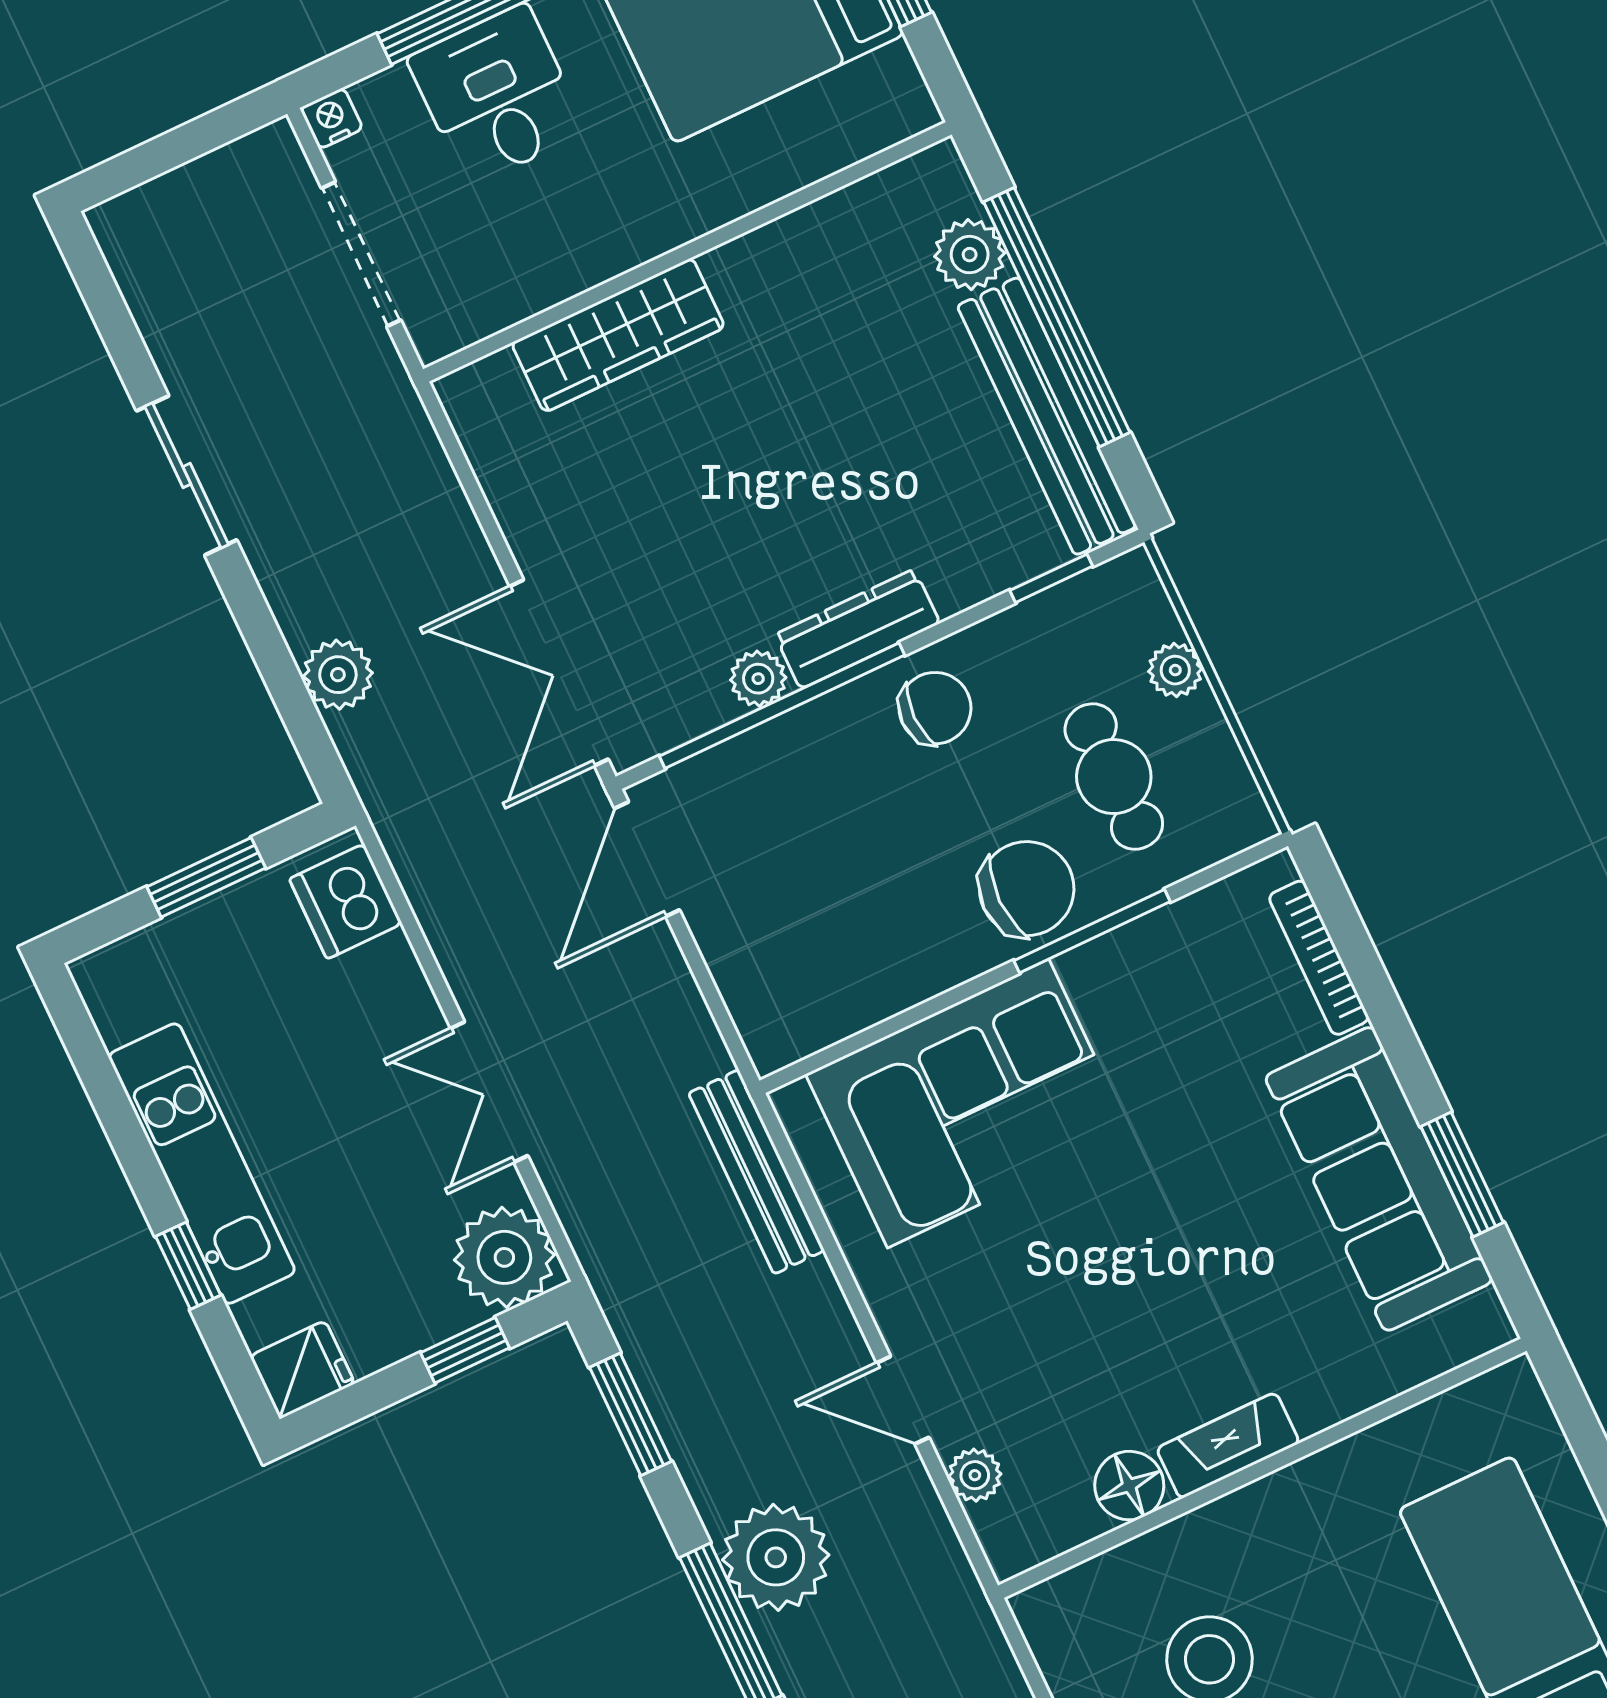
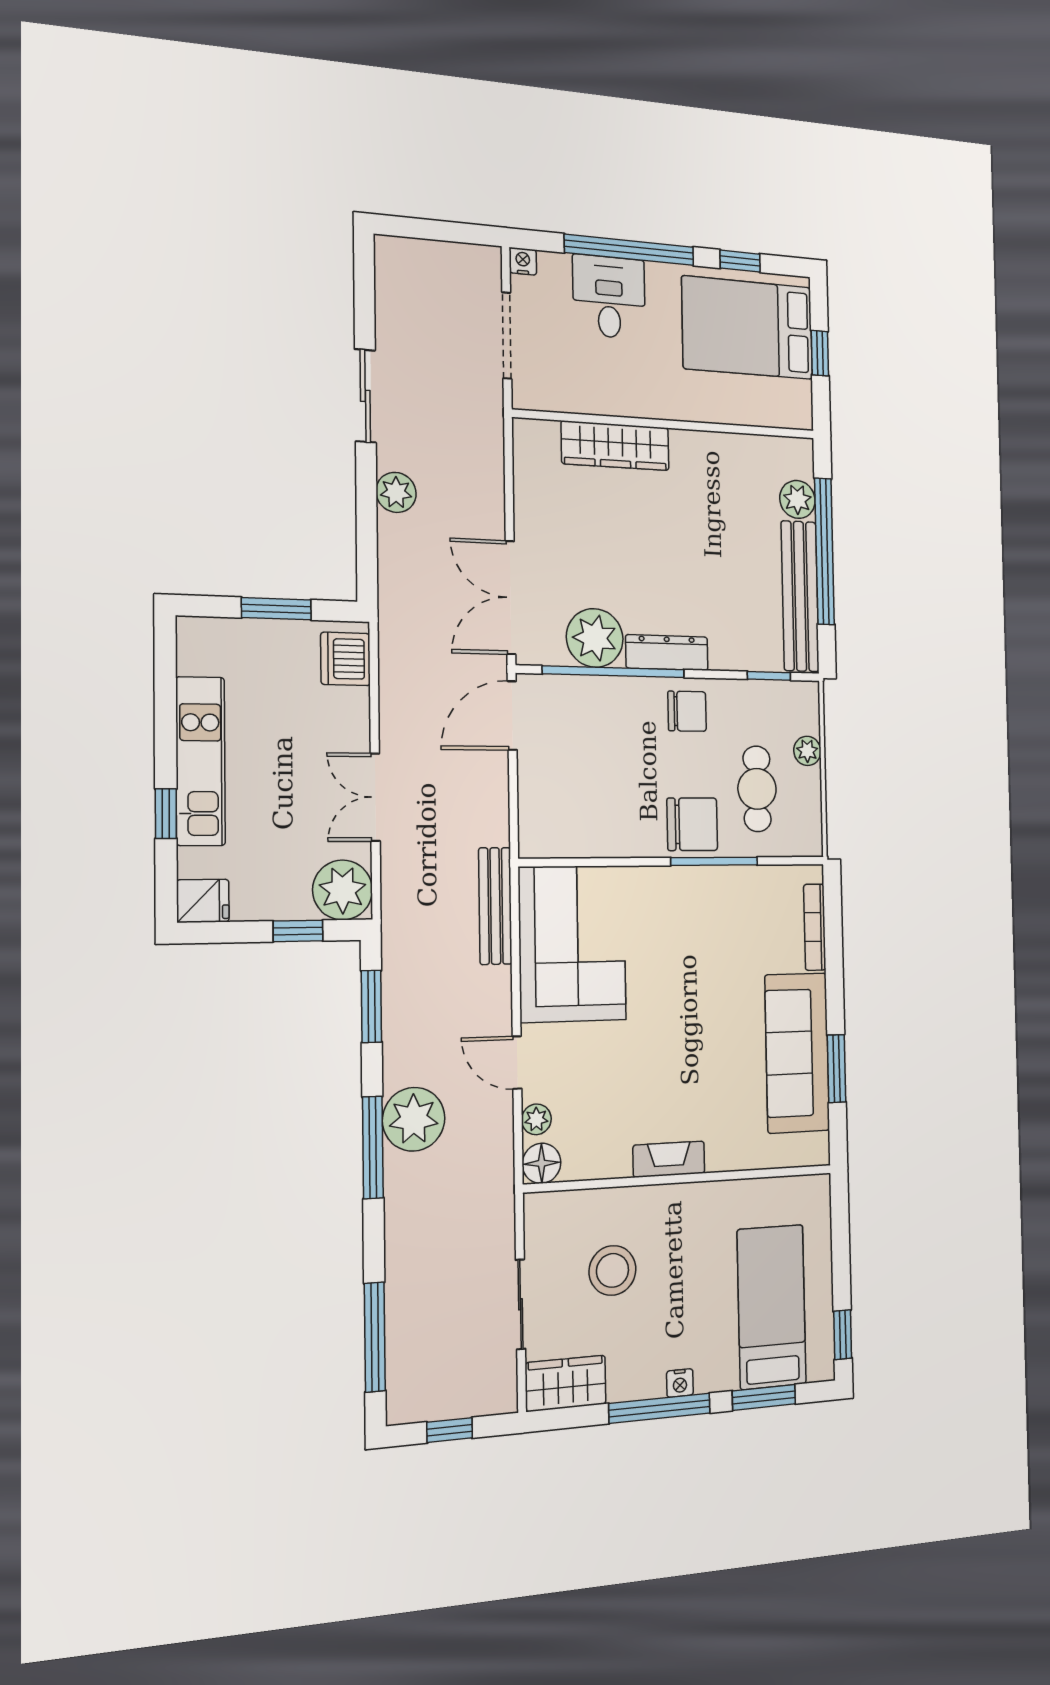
plant: (338, 675) -> (396, 492), moved
plant: (758, 679) -> (595, 638), width x1.87, depth x1.87
corner sofa: (968, 1104) -> (572, 944), moved, turned -90
floor lamp: (1129, 1486) -> (542, 1163), moved

